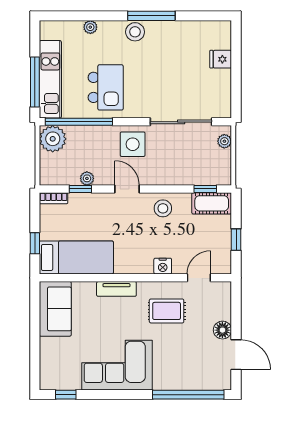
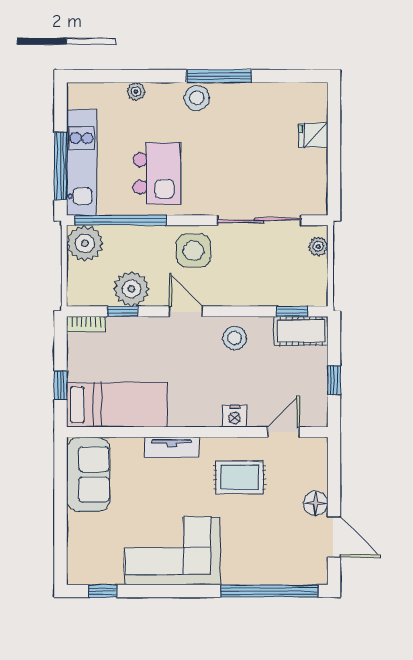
plant: (87, 178) -> (131, 289), width x1.88, depth x1.88

